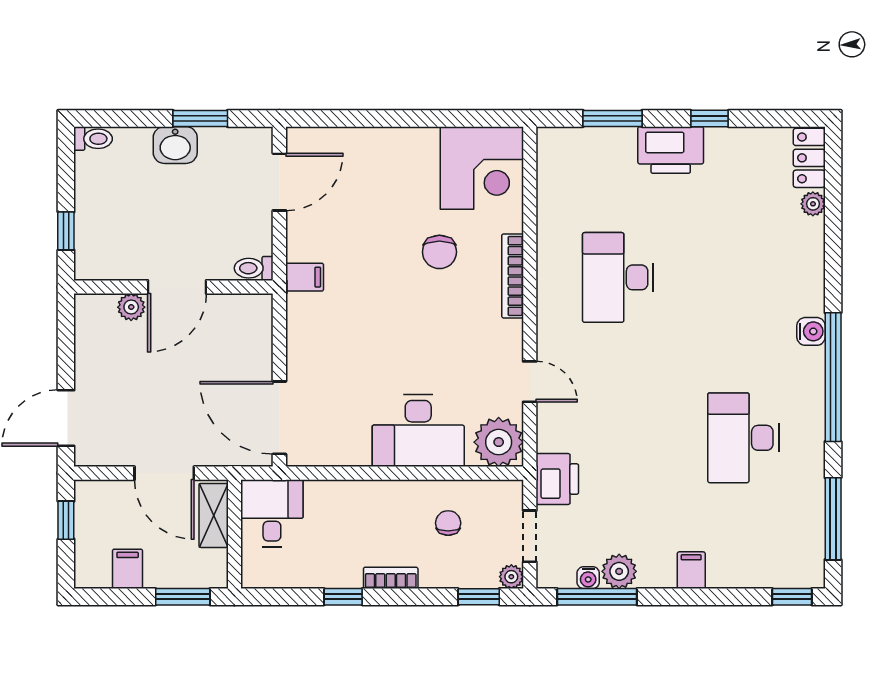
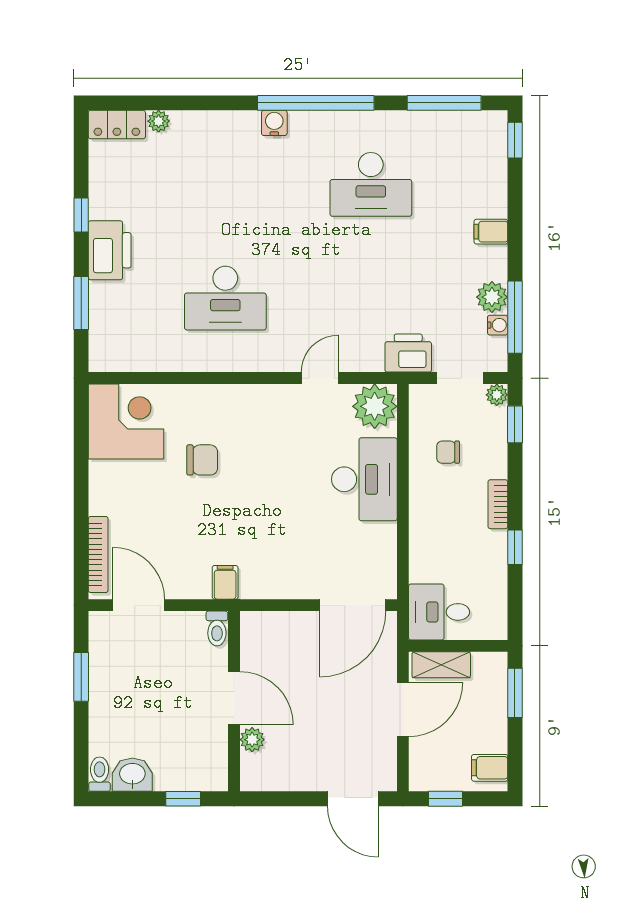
washbasin: (175, 145) -> (132, 775), moved, turned -90
bookcase: (513, 276) -> (98, 555), moved, turned -90
filing cabinet: (128, 569) -> (490, 768), moved

